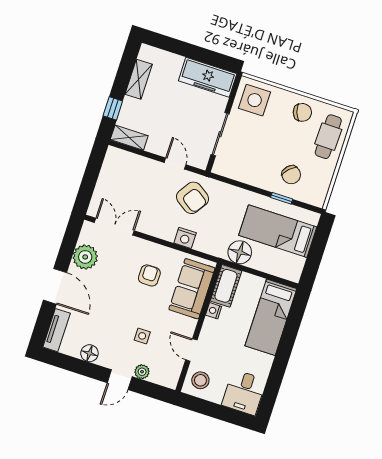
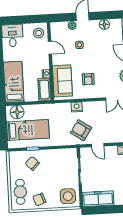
floor lamp: (240, 252) -> (17, 112), moved

